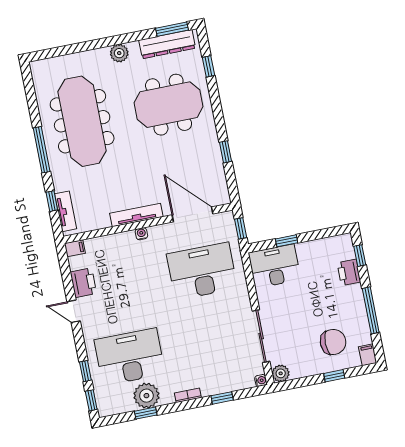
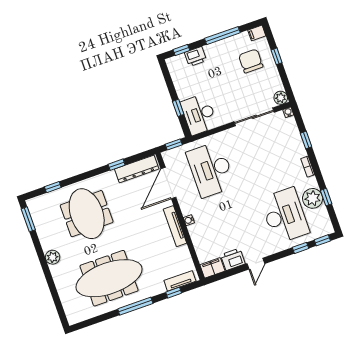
dresser: (167, 44) -> (137, 169), moved, turned 90
filing cabinet: (75, 248) -> (212, 268), width x2.00
desk: (130, 357) -> (285, 216), turned 180

